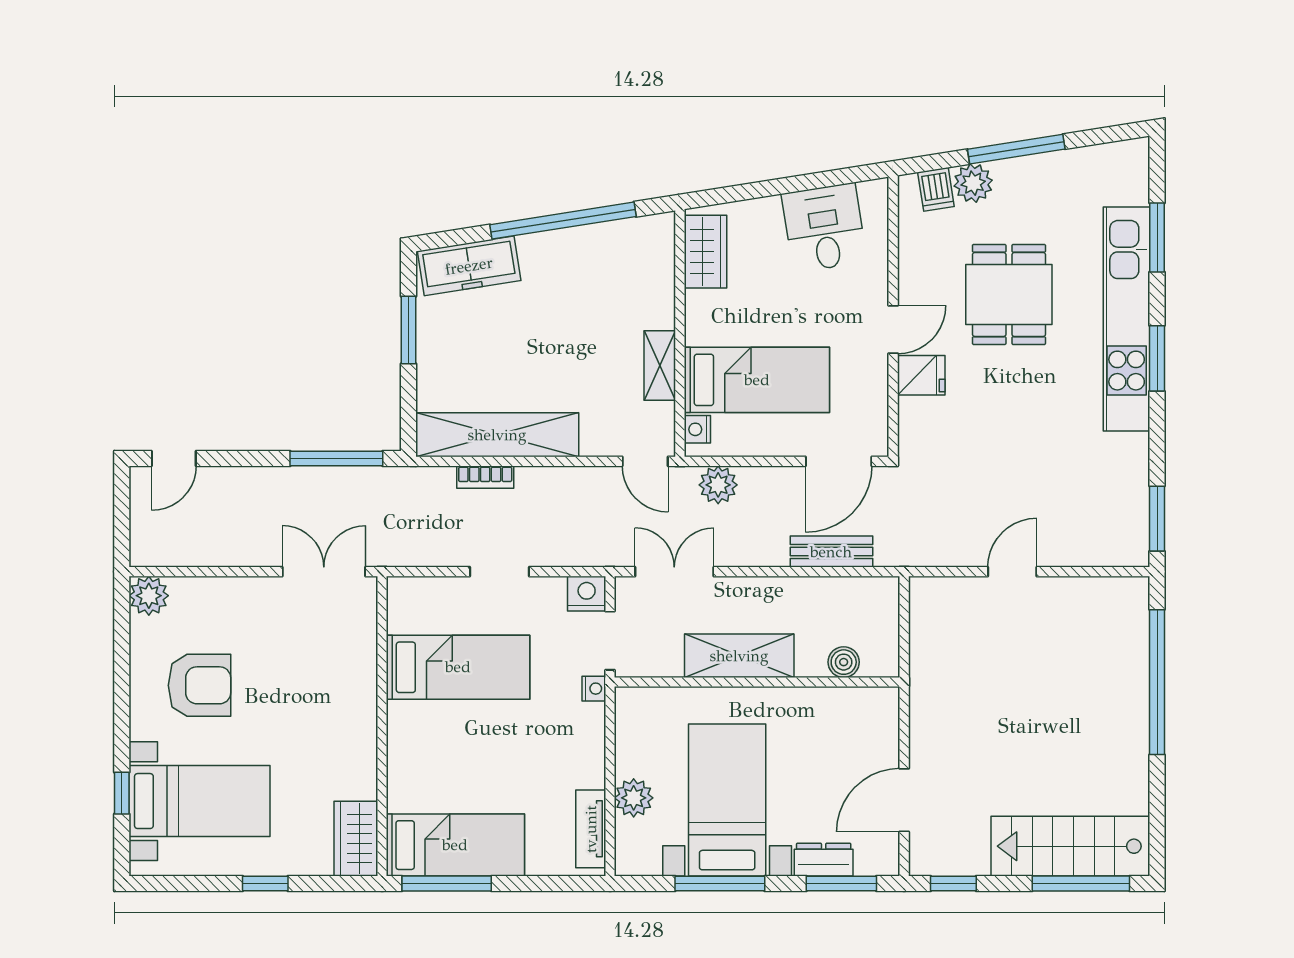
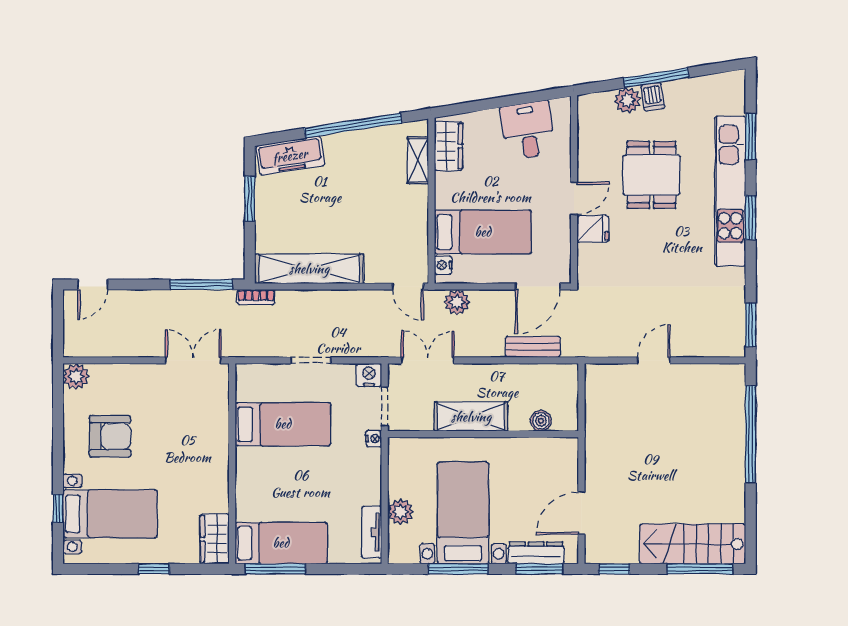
dishwasher: (936, 189) -> (653, 97), moved
shelving: (660, 366) -> (418, 160), moved
bookcase: (485, 477) -> (256, 297), moved
dresser: (824, 860) -> (536, 553), width x1.44

